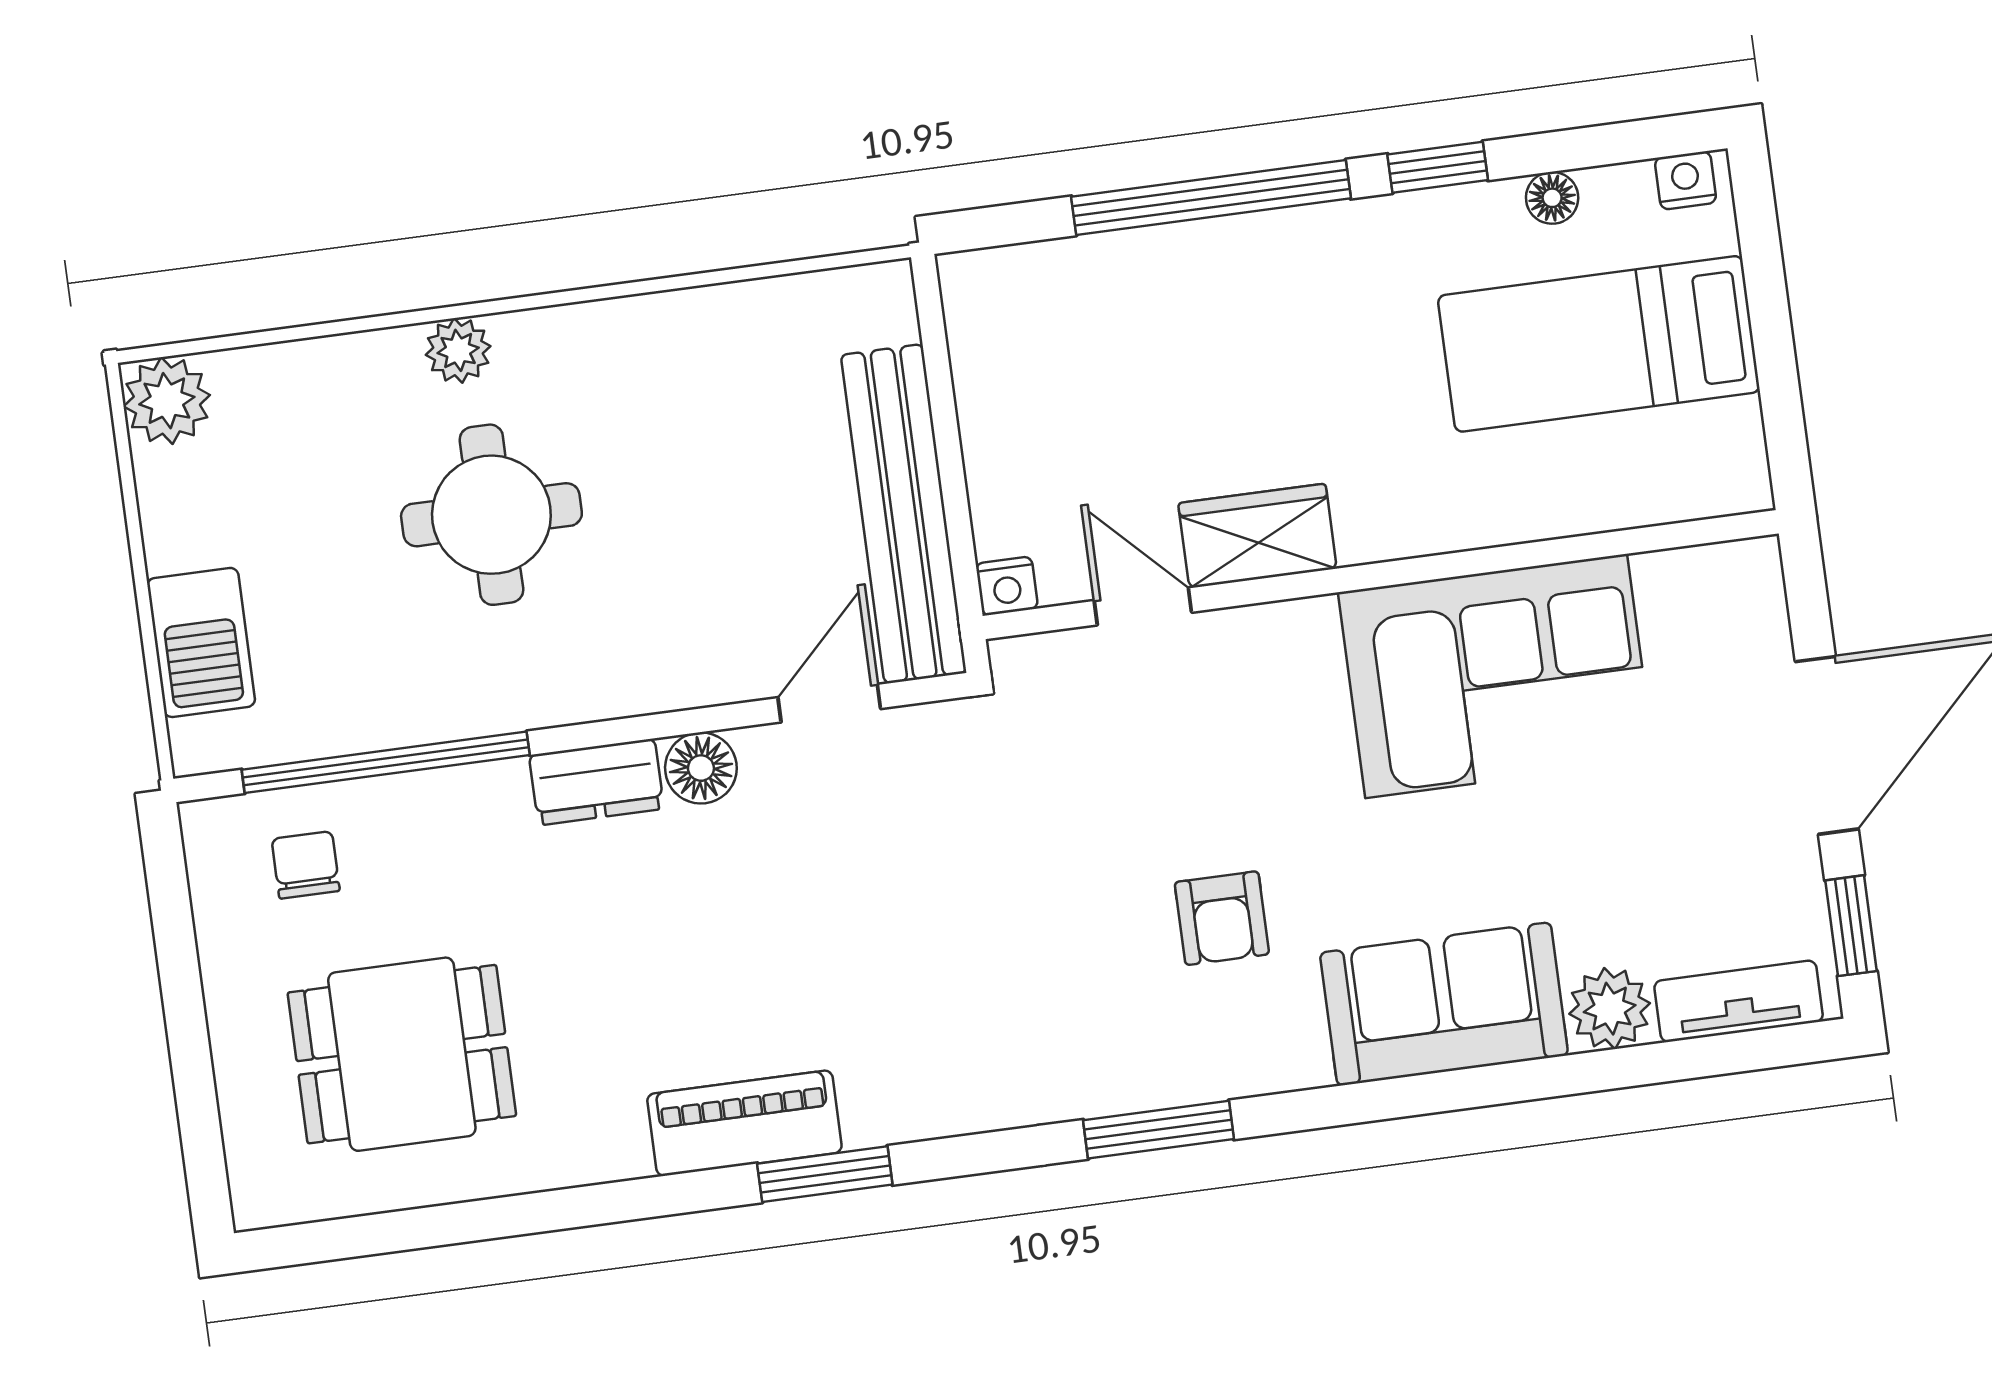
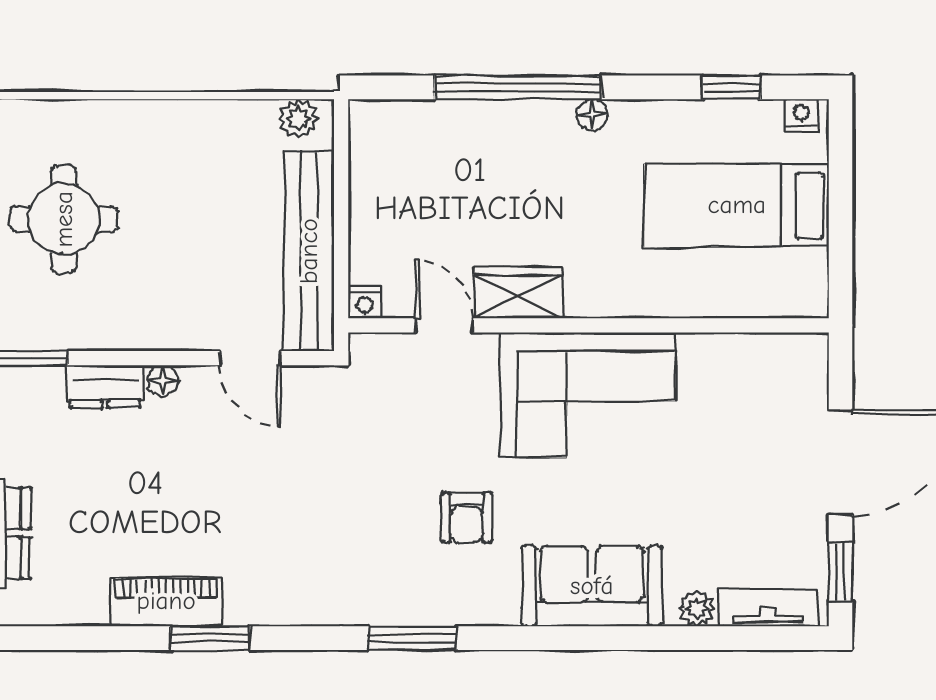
window: (1438, 167) -> (732, 87), moved
floor lamp: (1552, 198) -> (592, 115), moved
plant: (458, 350) -> (299, 119), moved
corner sofa: (1496, 676) -> (587, 395), moved
door: (829, 703) -> (250, 358), swing flipped
floor lamp: (701, 768) -> (163, 381), width x0.73, depth x0.73
plant: (1610, 1009) -> (697, 609), width x0.73, depth x0.73

